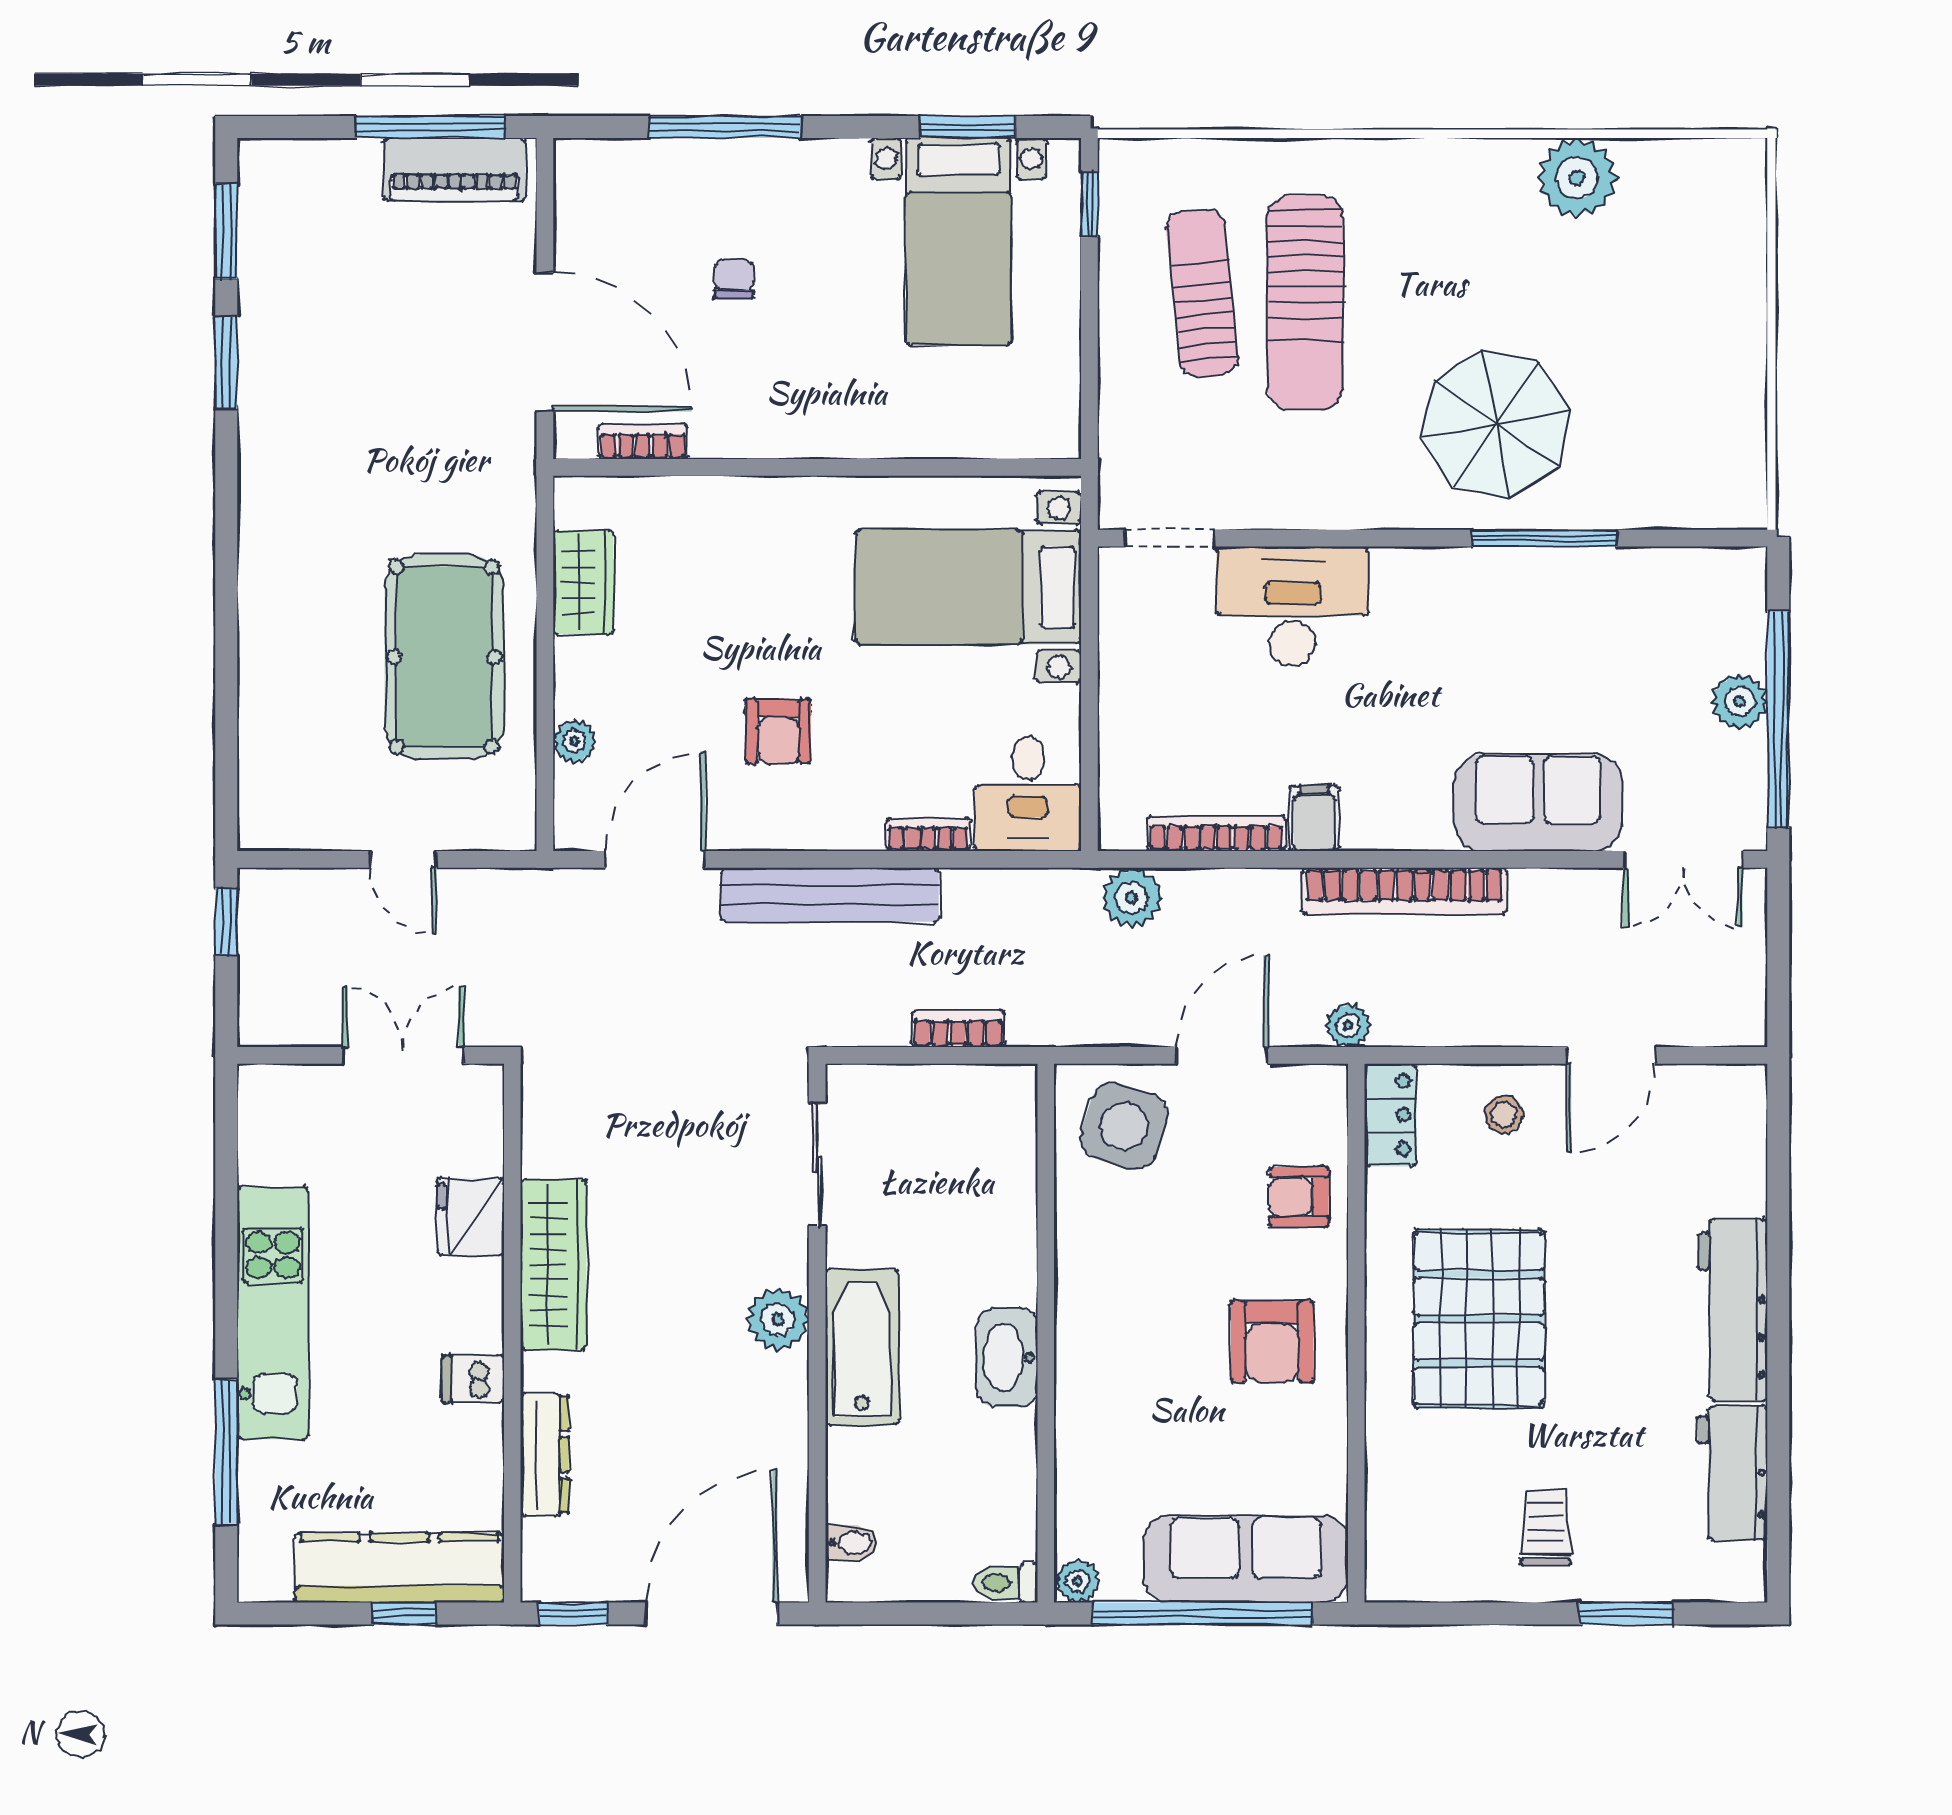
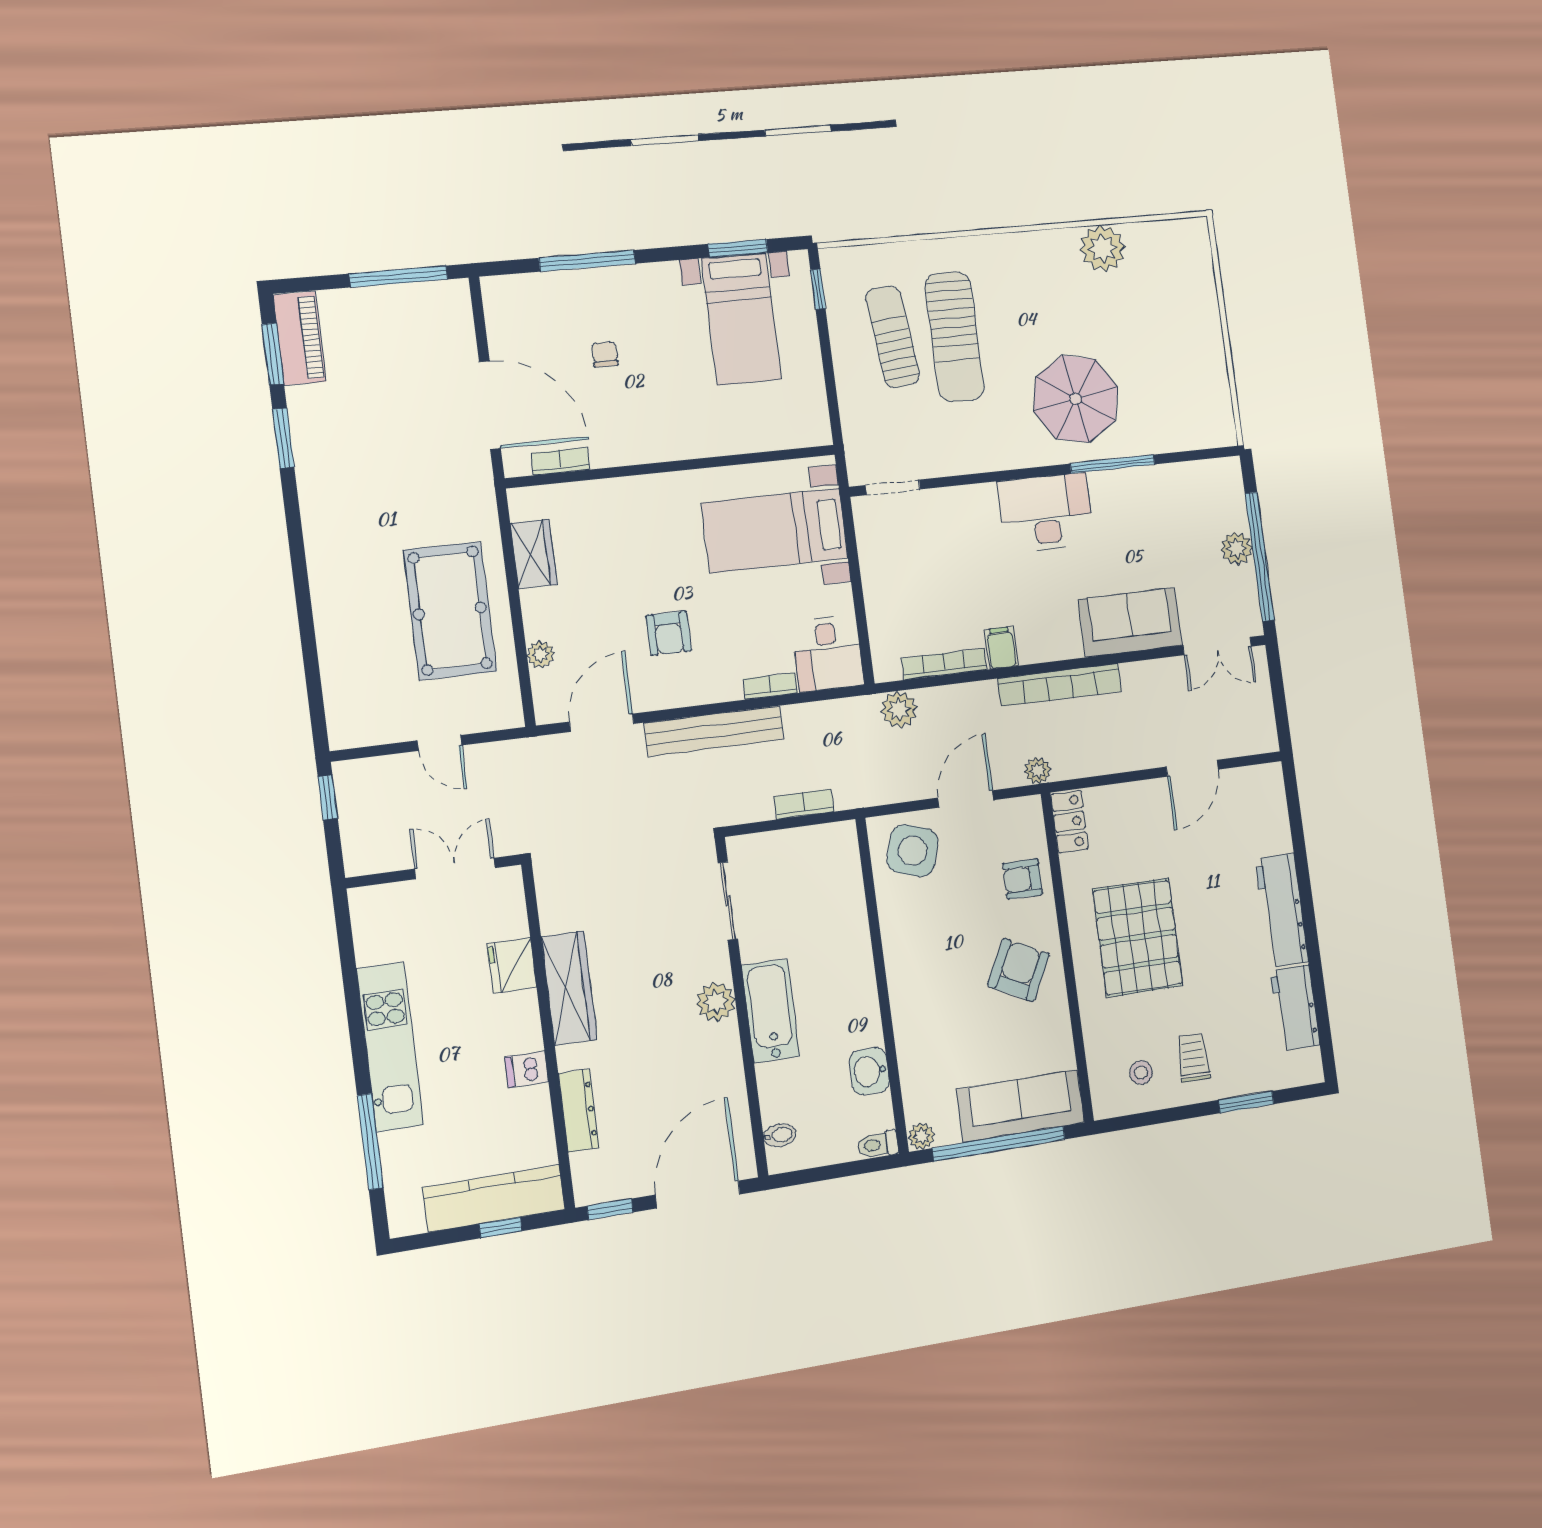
piano: (454, 170) -> (300, 338), moved, turned -90
desk: (1293, 606) -> (1046, 513), moved
stool: (1504, 1114) -> (1141, 1072), moved
armchair: (1272, 1342) -> (1018, 970), turned -153
washbasin: (1007, 1357) -> (869, 1071), moved, width x0.72

